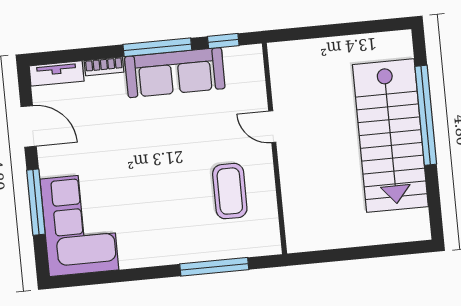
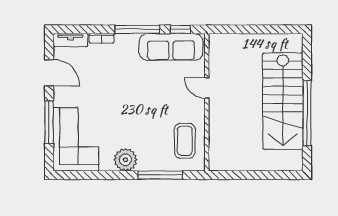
sofa: (175, 73) -> (171, 47), moved
window: (426, 115) -> (307, 113), moved
coffee table: (230, 191) -> (185, 141), moved
plant: (158, 248) -> (125, 160), added

